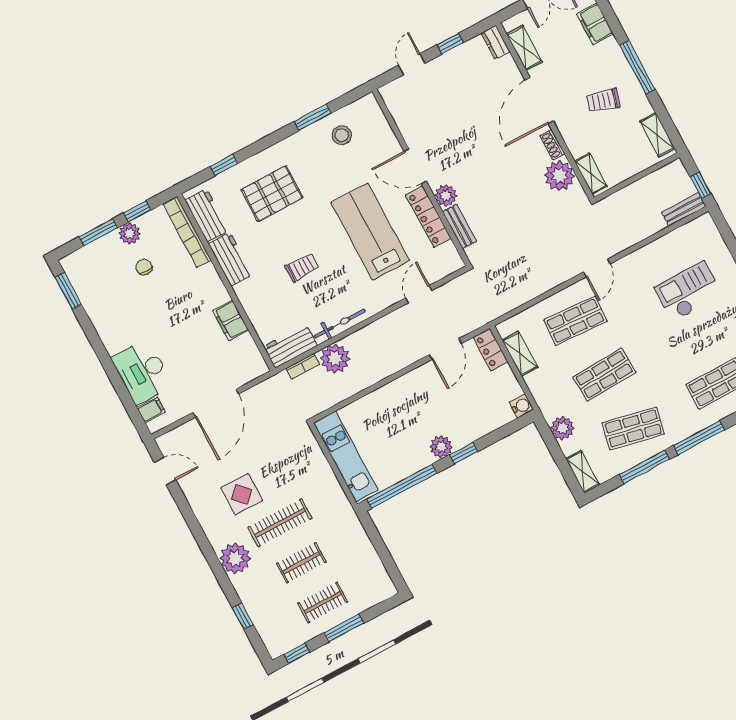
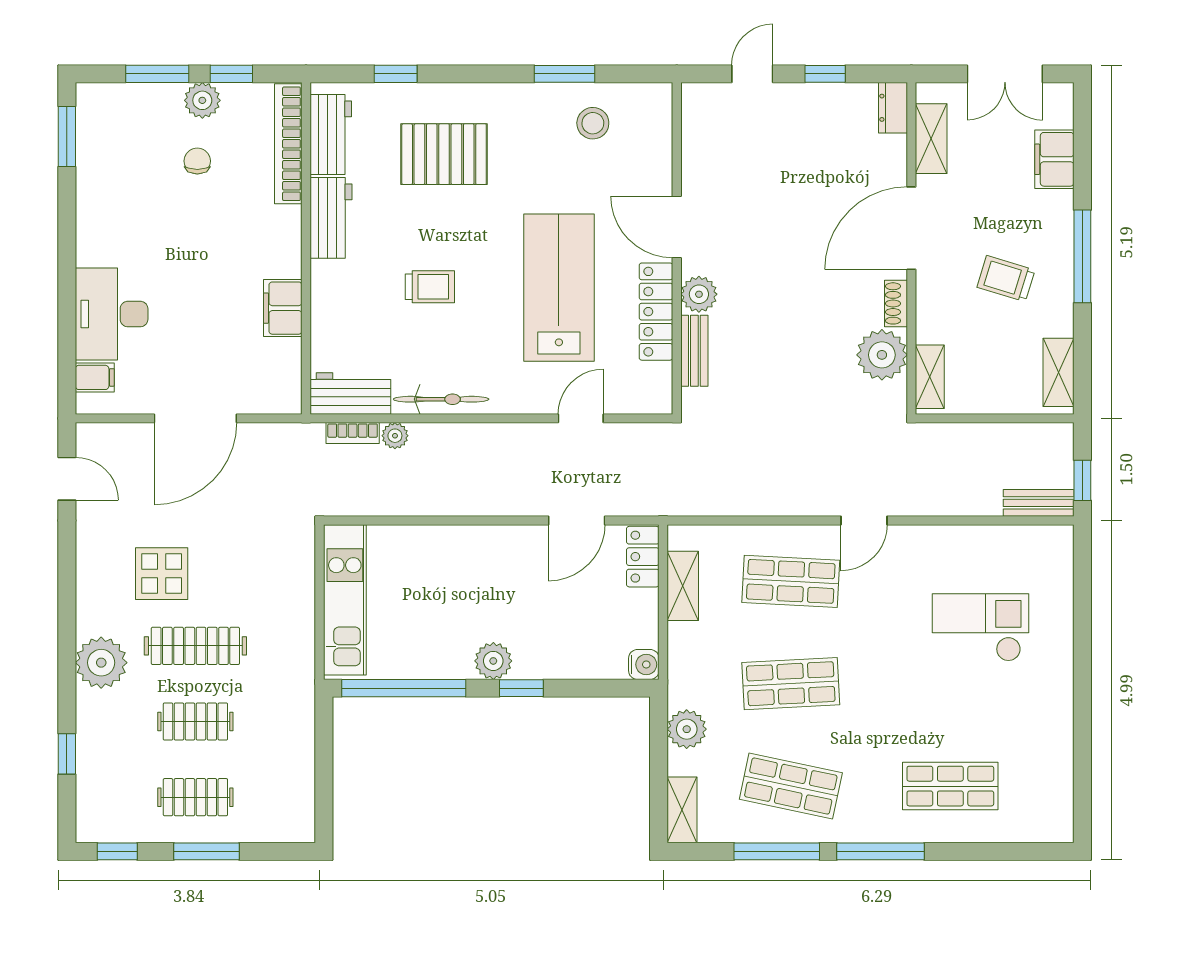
plant: (335, 359) -> (395, 436), width x0.53, depth x0.53

